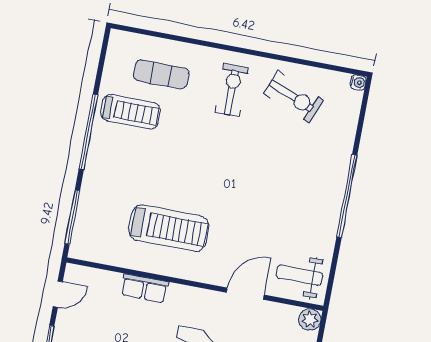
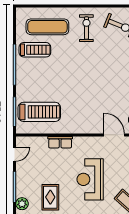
exercise mat: (161, 74) -> (47, 27), width x1.36, depth x1.45
treadmill: (169, 228) -> (39, 112), moved
door: (245, 294) -> (114, 135), hinge flipped

